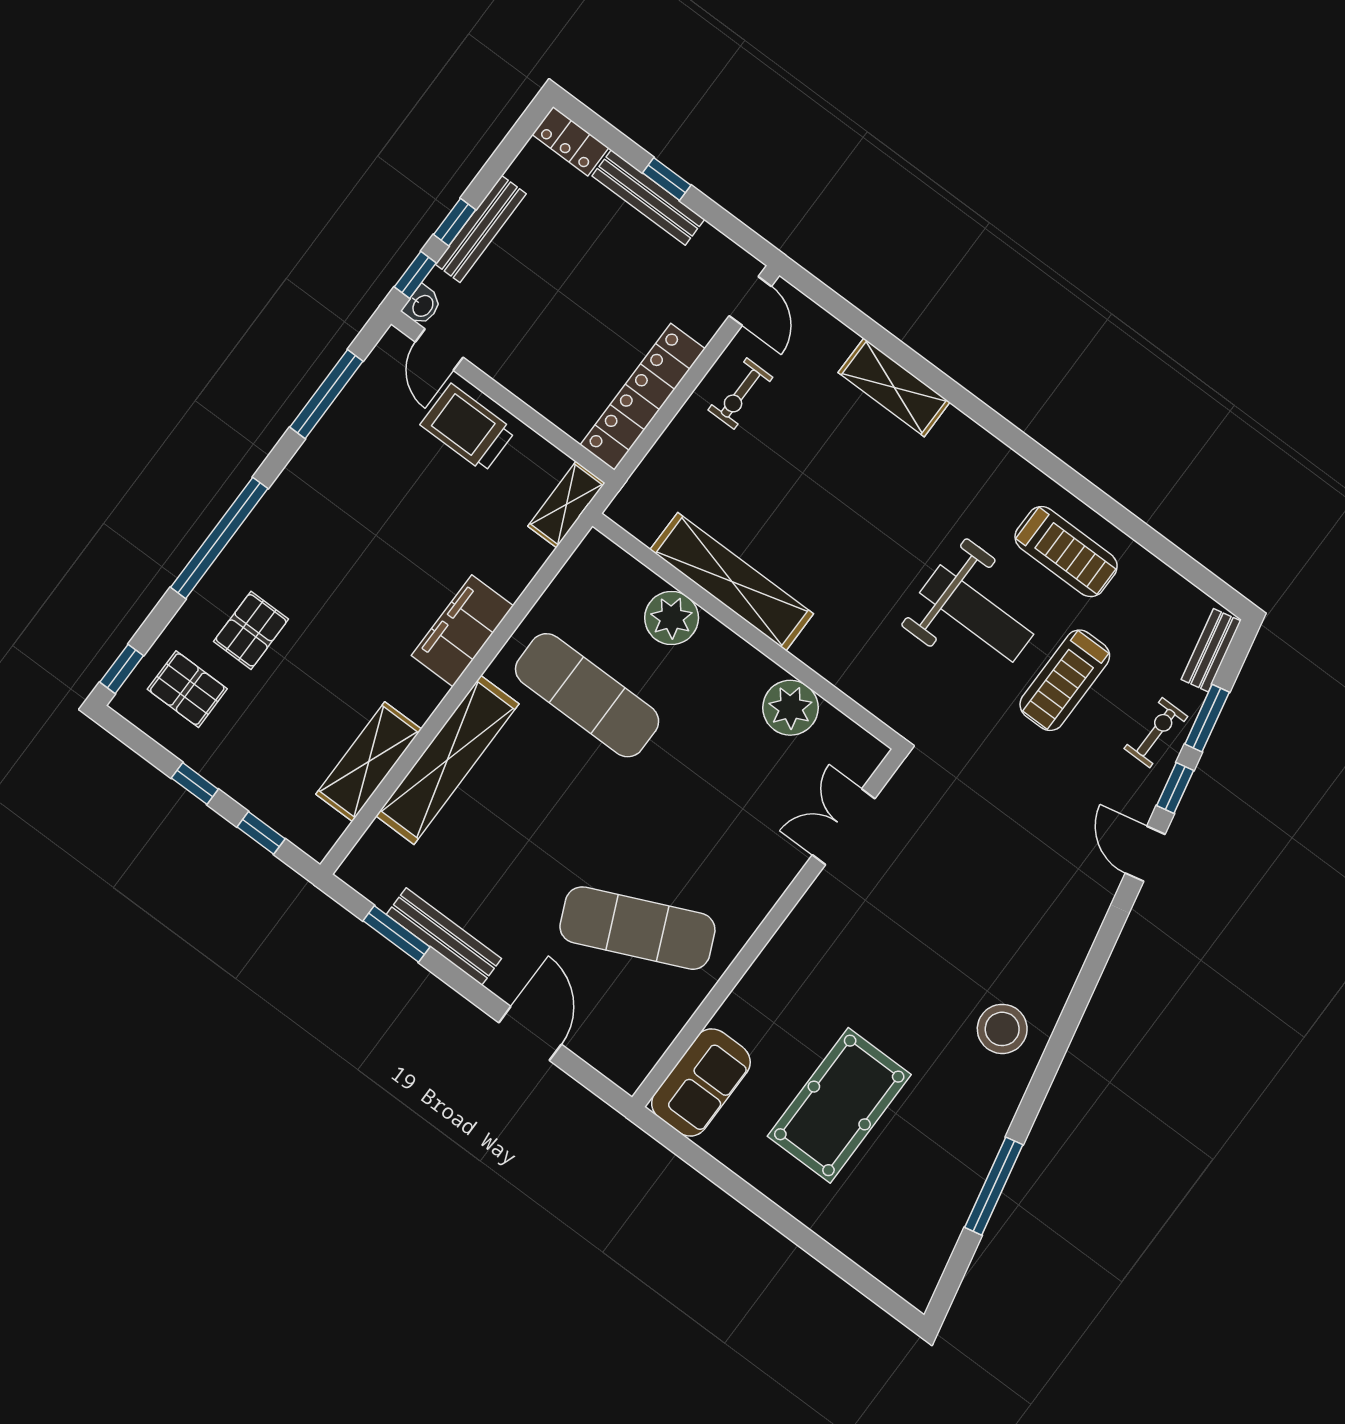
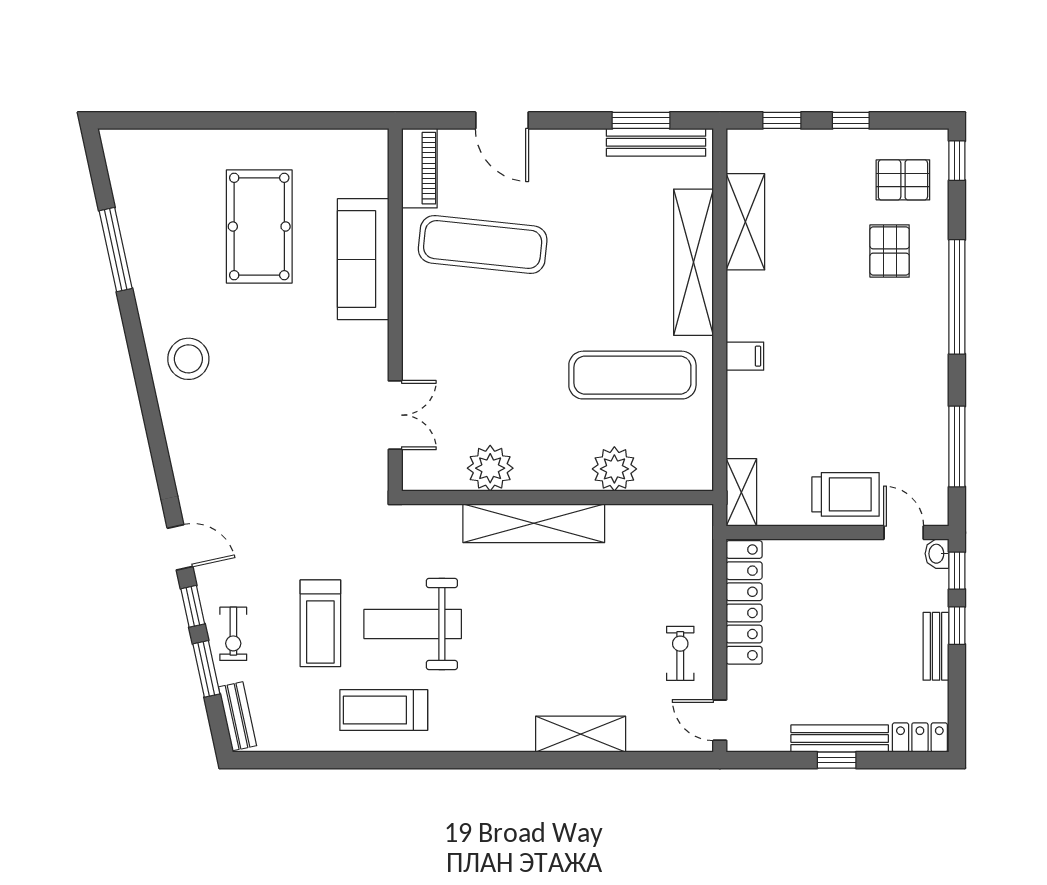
bench: (481, 229) -> (936, 646), width x0.73
shelving: (732, 582) -> (534, 523), moved
filing cabinet: (462, 631) -> (745, 356), width x0.33, depth x0.86
treadmill: (1065, 680) -> (320, 623), turned 180
exercise mat: (637, 928) -> (483, 244), turned 30
bench: (444, 937) -> (656, 142), moved
piano: (644, 1047) -> (419, 168), added
sofa: (701, 1083) -> (363, 259), moved, width x1.36

